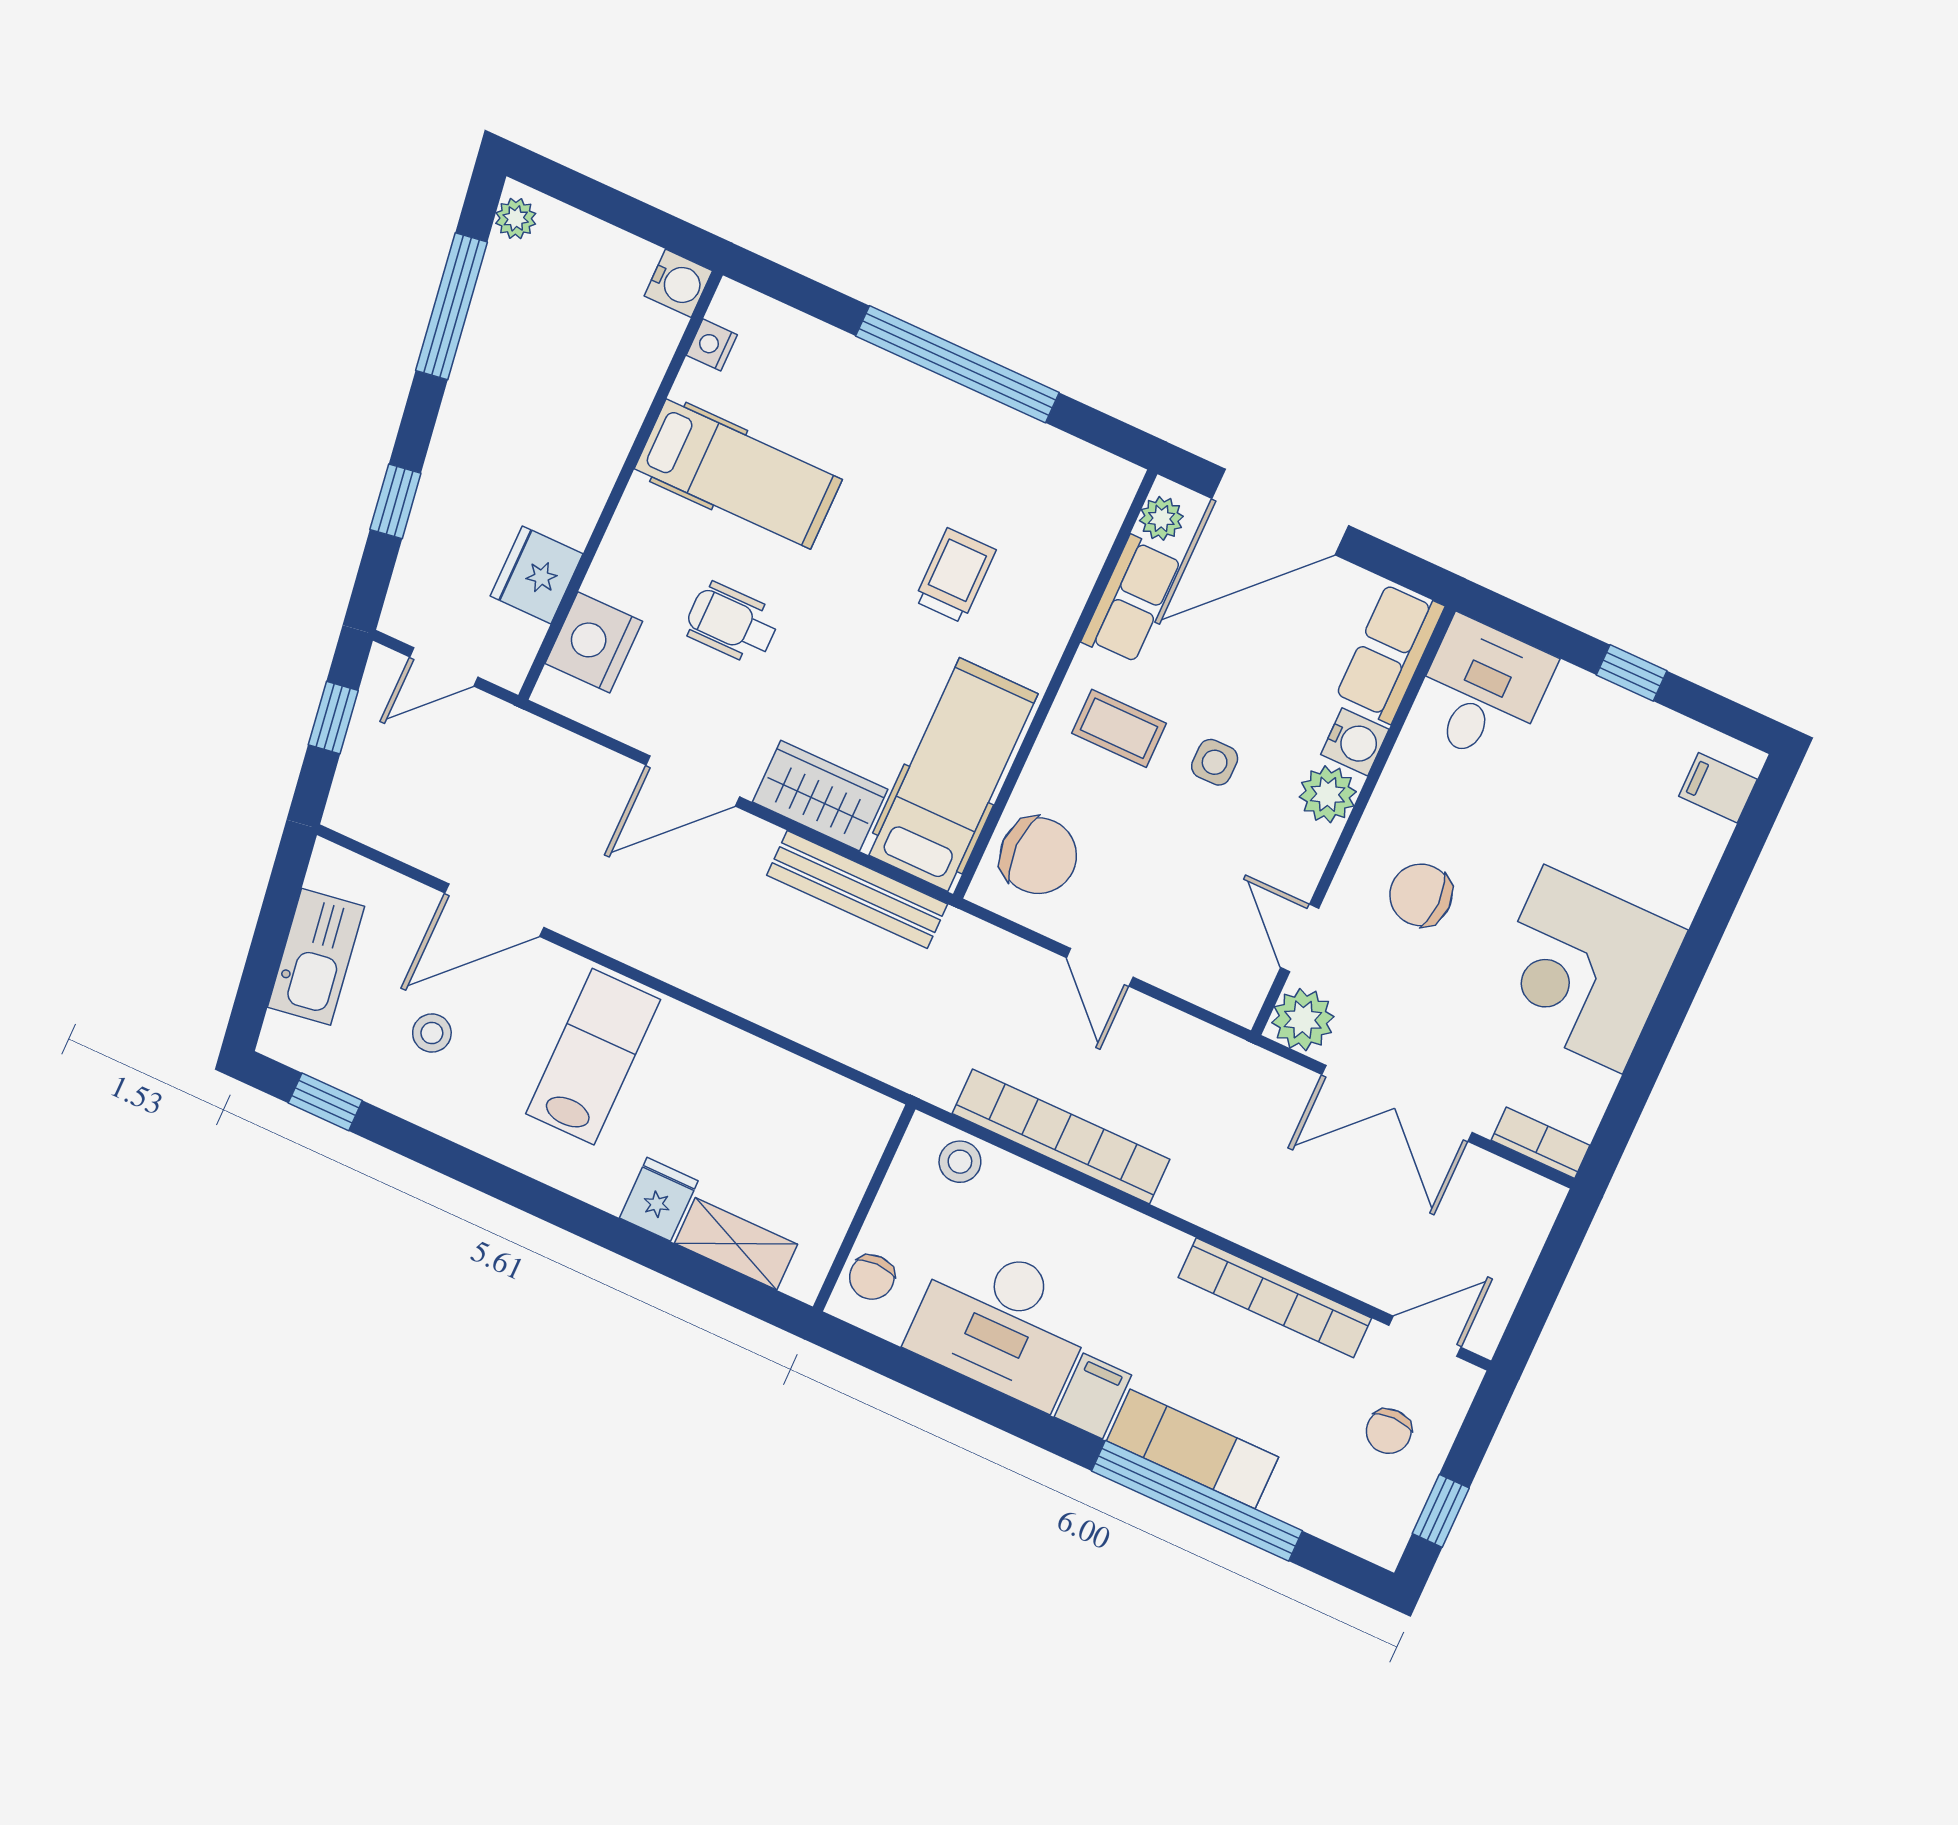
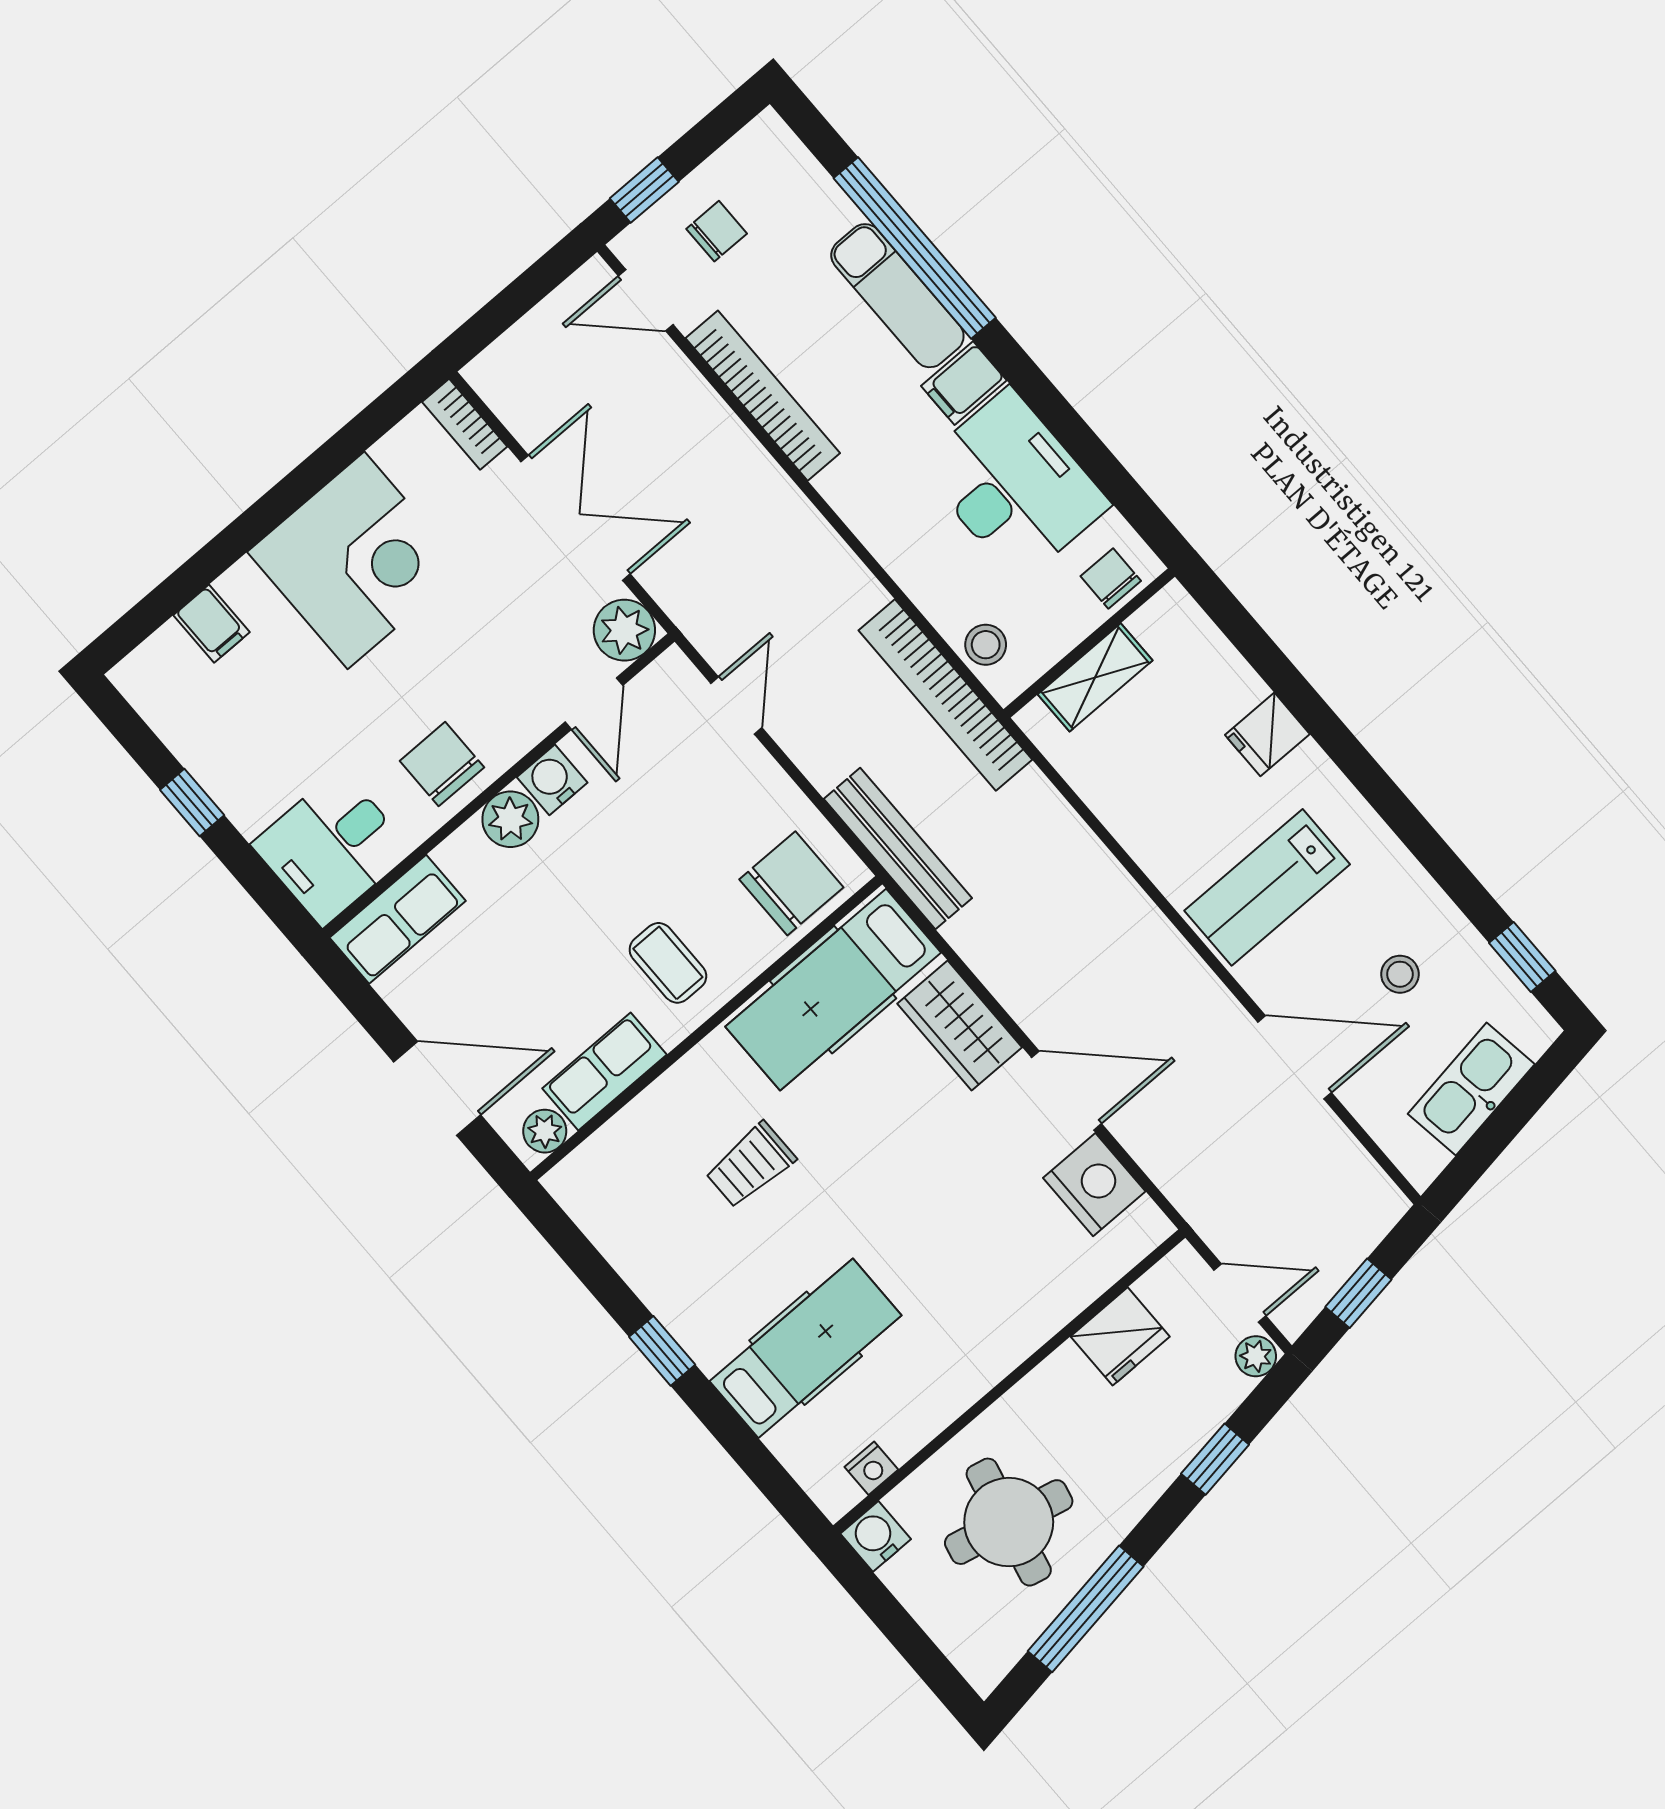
plant: (516, 218) -> (1256, 1356), moved
round table: (561, 354) -> (1009, 1522), added
window: (957, 364) -> (662, 1351), width x0.32
hospital bed: (738, 474) -> (806, 1348), moved, turned 90
door: (1280, 512) -> (437, 1088), width x0.73
wheelchair: (732, 623) -> (967, 1214), removed
nightstand: (594, 642) -> (1094, 1185), moved, turned -90
water cooler: (1355, 742) -> (552, 780), moved
side table: (1215, 762) -> (597, 894), removed
filing cabinet: (1718, 788) -> (212, 624), moved
chair: (1038, 856) -> (791, 883), turned 90
bench: (857, 890) -> (898, 849), moved
chair: (1421, 895) -> (442, 764), moved, turned 180
door: (1100, 967) -> (736, 705), moved
bookcase: (1061, 1136) -> (945, 695), moved
shelving: (736, 1244) -> (1095, 677), moved, turned 90
chair: (872, 1277) -> (1111, 579), turned -90
window: (1441, 1511) -> (644, 190), moved

